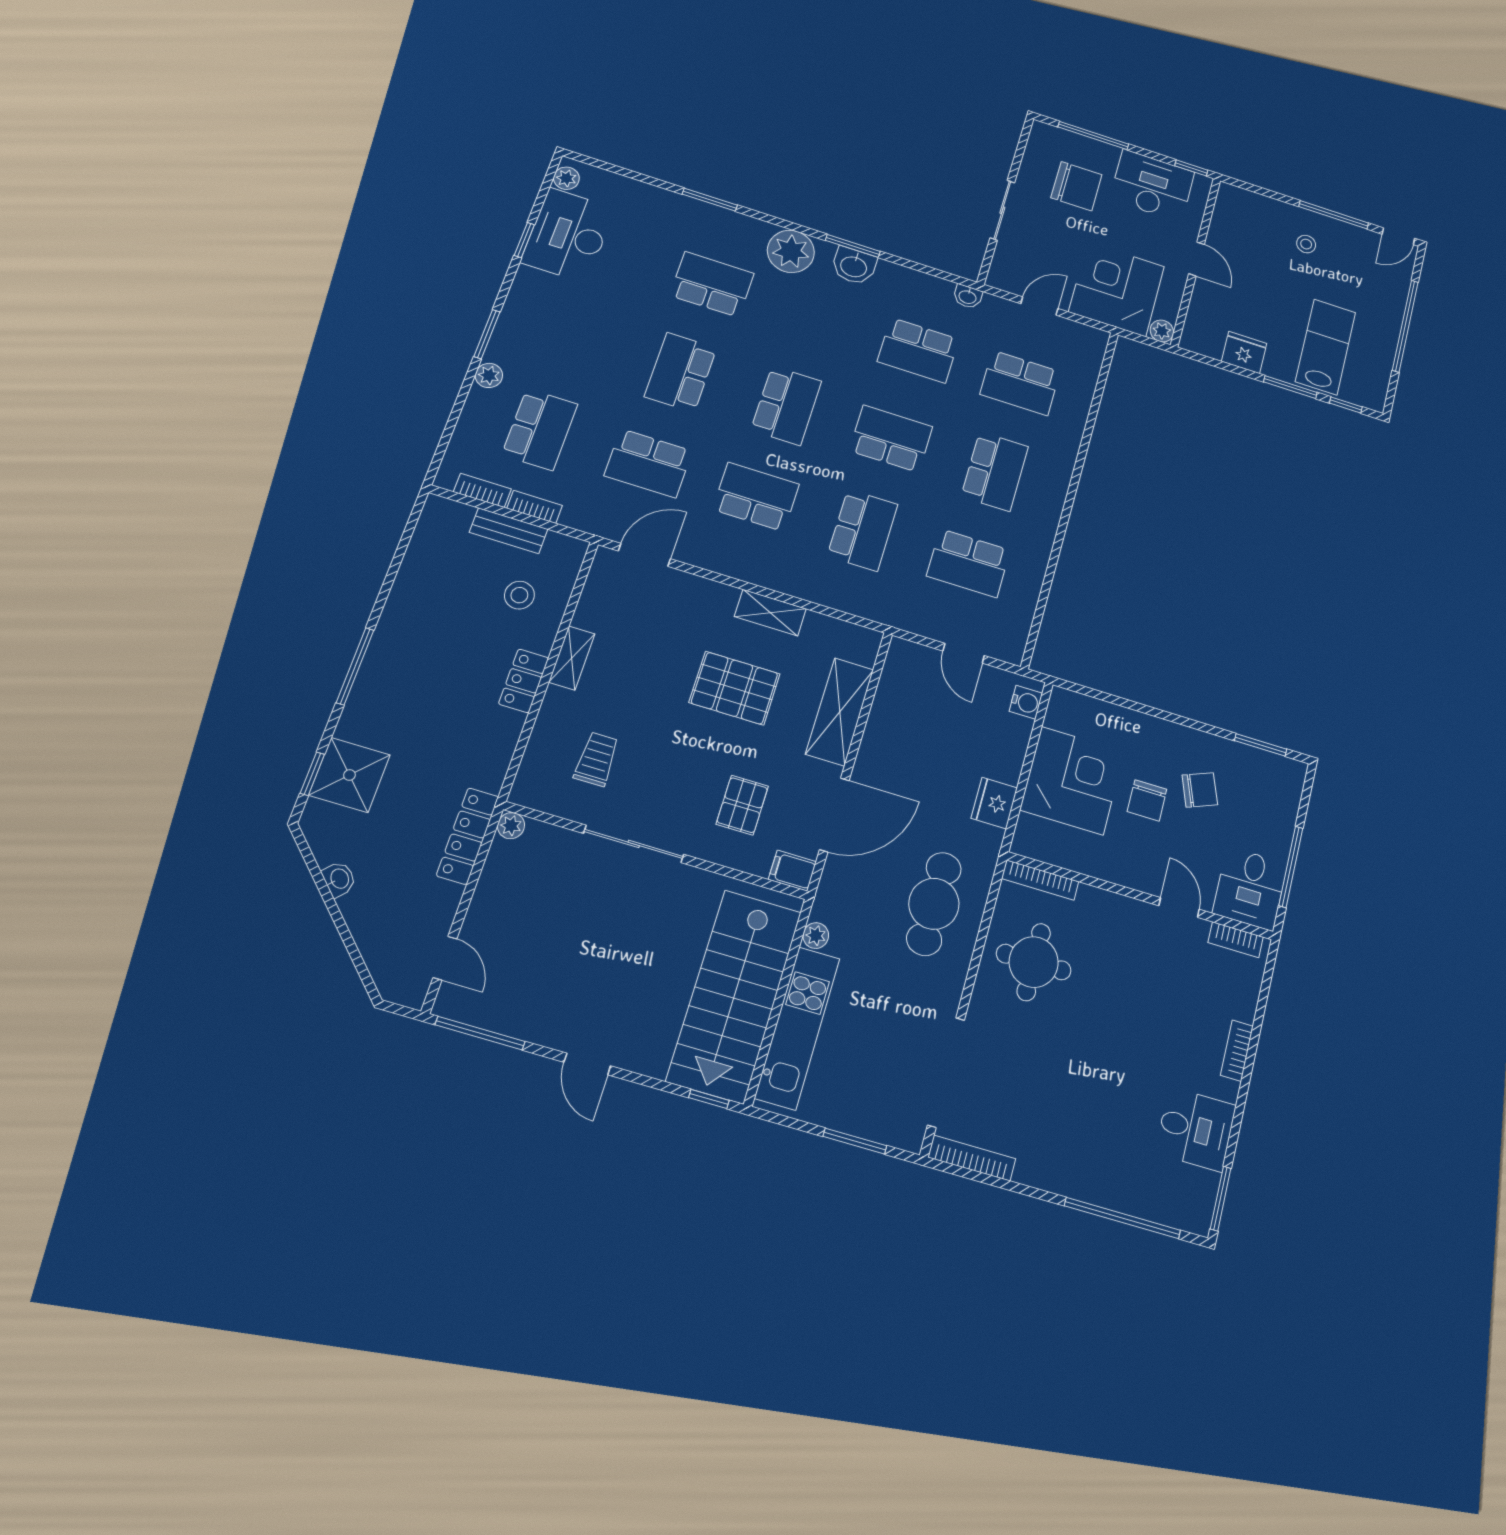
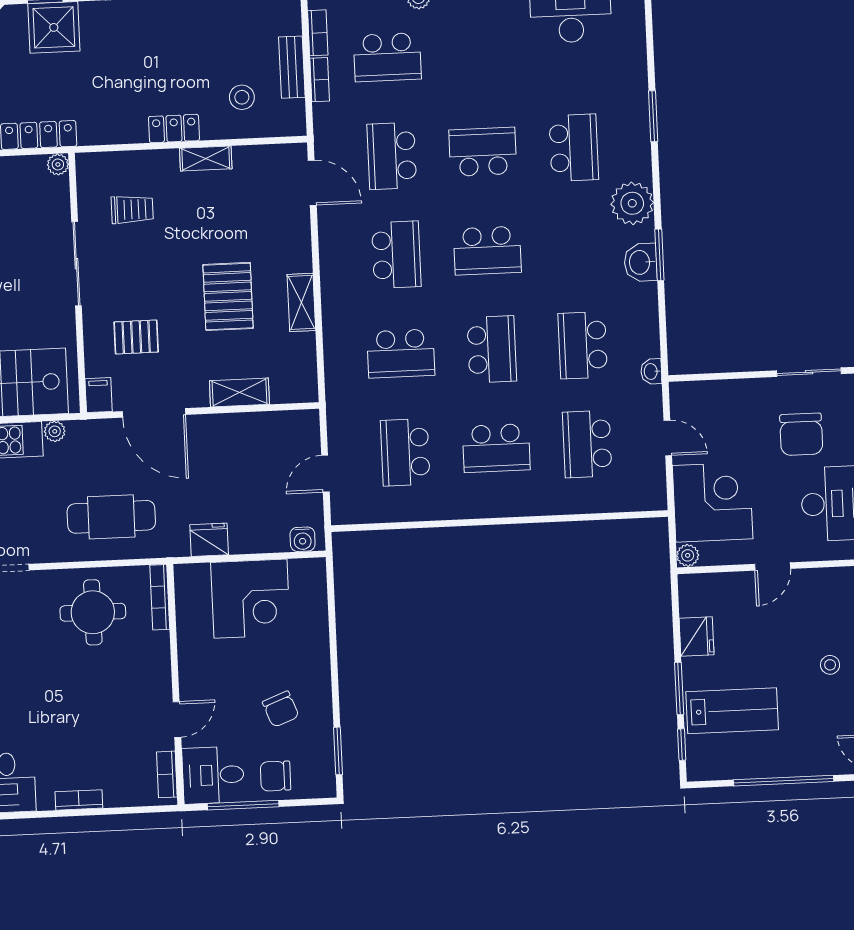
sliding door: (1002, 210) -> (809, 372), moved
shelving: (840, 712) -> (239, 393), width x0.67, depth x0.75
chair: (1147, 800) -> (275, 776), moved

